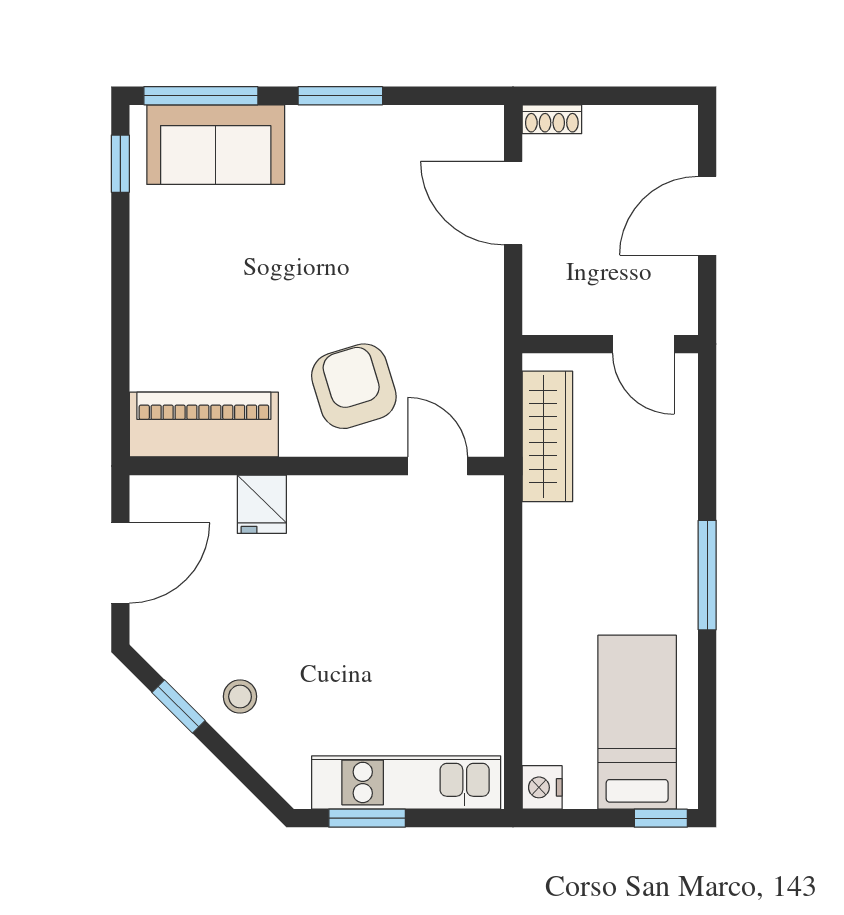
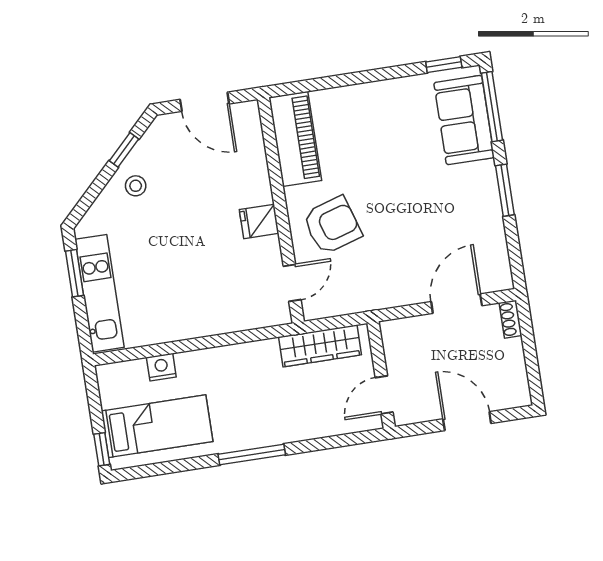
fridge: (262, 504) -> (259, 221), moved
nightstand: (542, 787) -> (161, 367), moved

